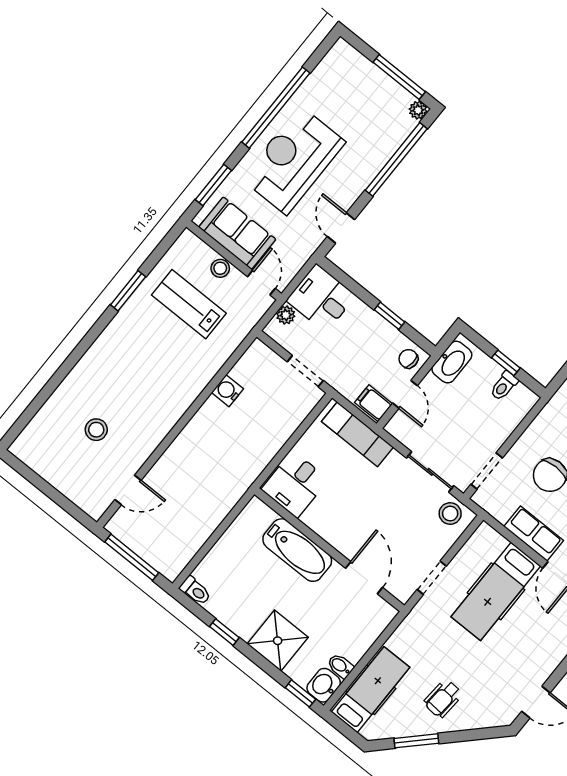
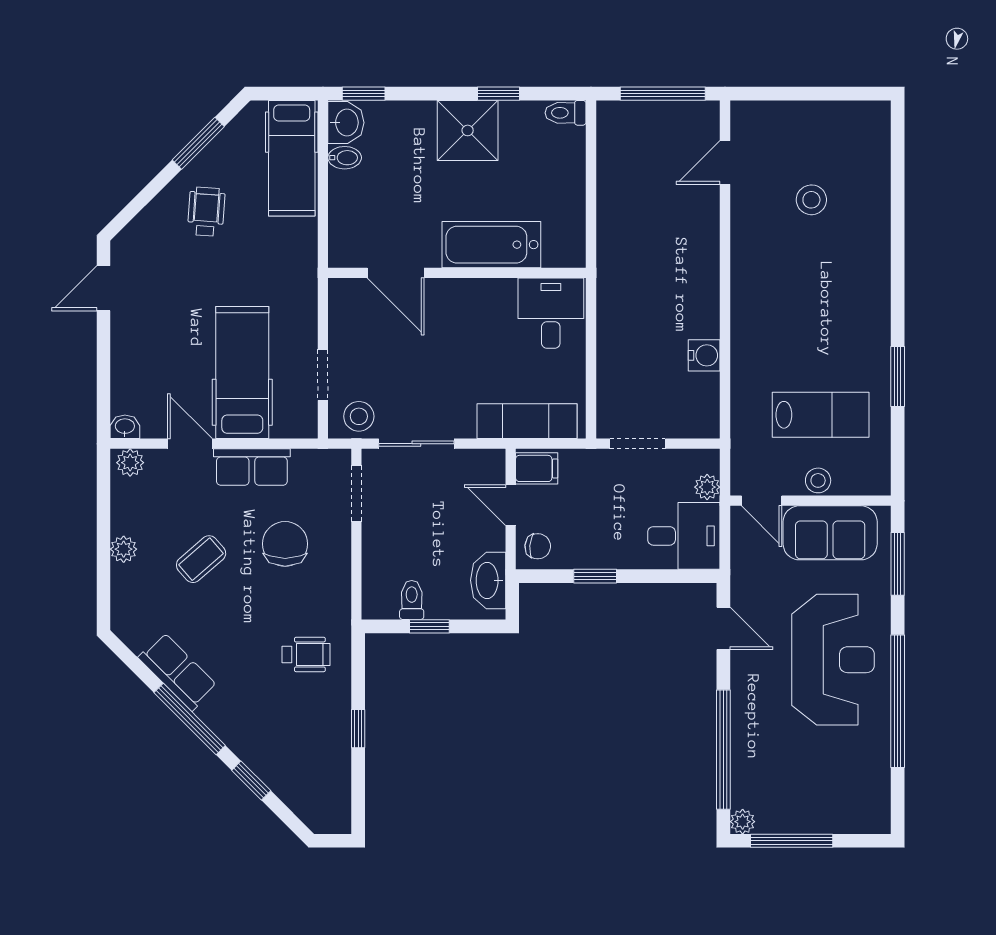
doorway: (432, 578) -> (323, 375), moved
shower: (278, 641) -> (468, 130), moved

